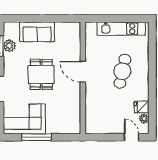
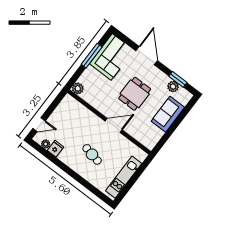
cafe table: (122, 71) -> (92, 154), width x0.73, depth x0.74
dining table: (41, 74) -> (135, 94), turned 90
plant: (74, 128) -> (78, 88), added

